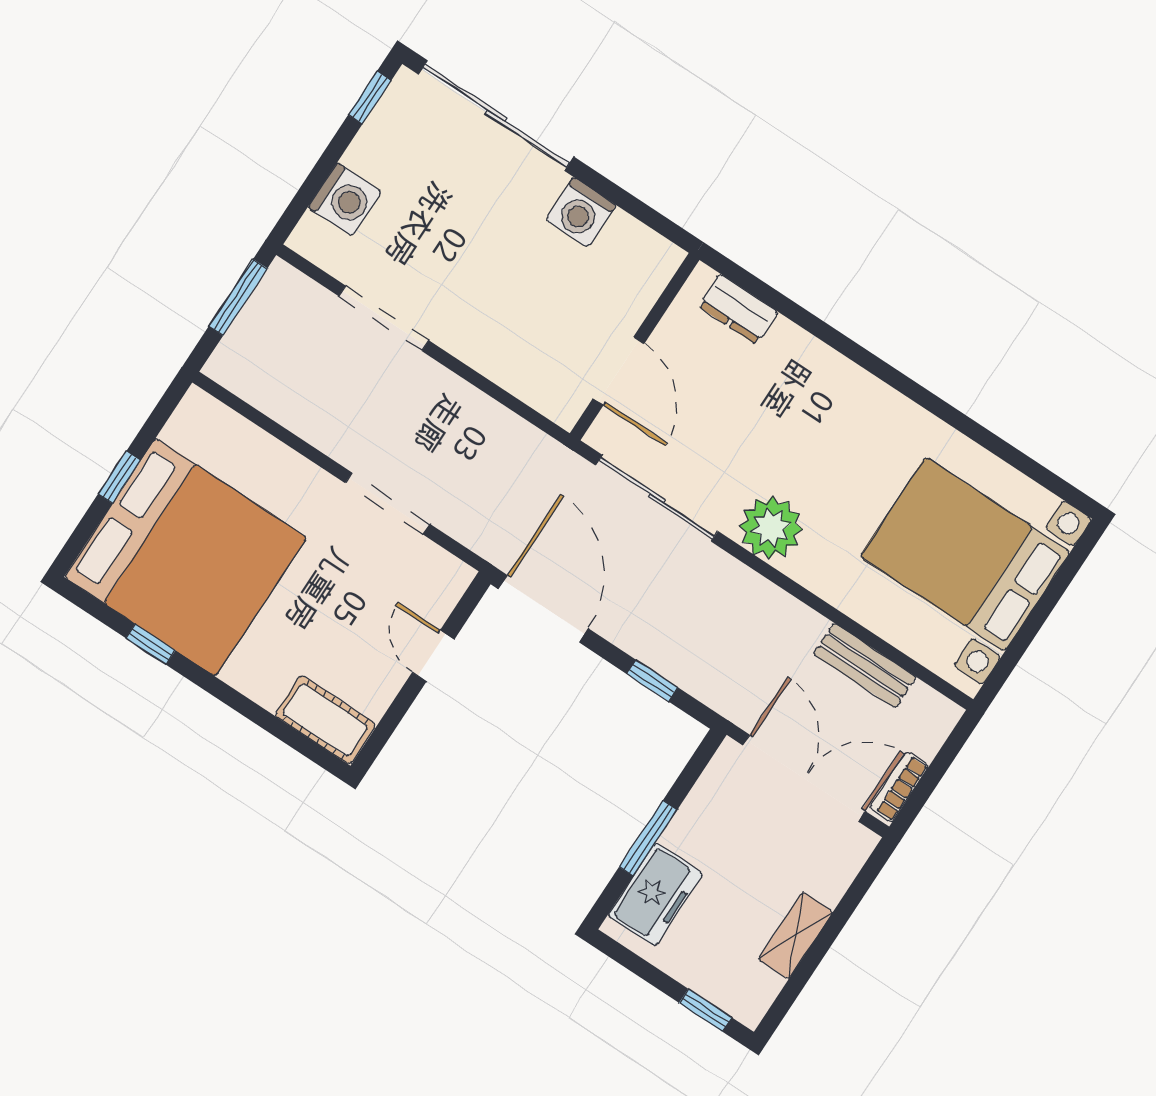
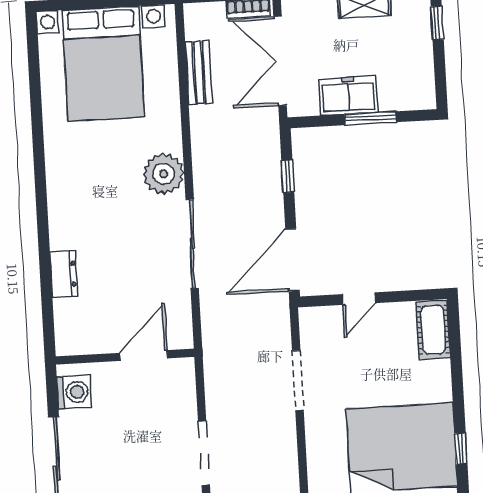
wall: (635, 347) -> (125, 357), moved
door: (618, 371) -> (144, 356), moved
freezer: (655, 894) -> (348, 96), moved

